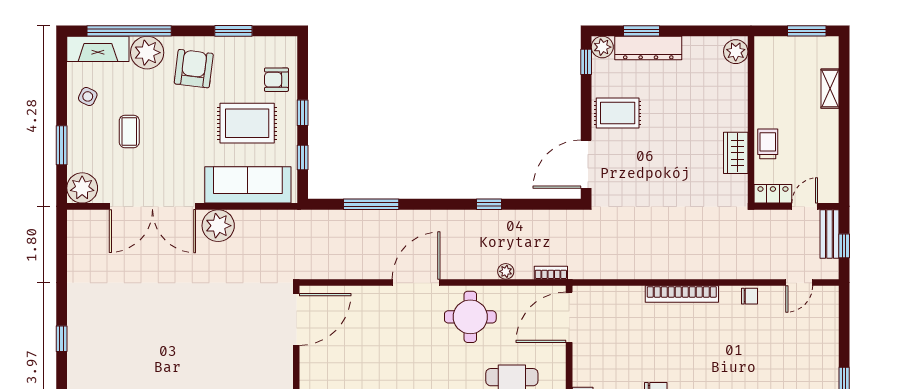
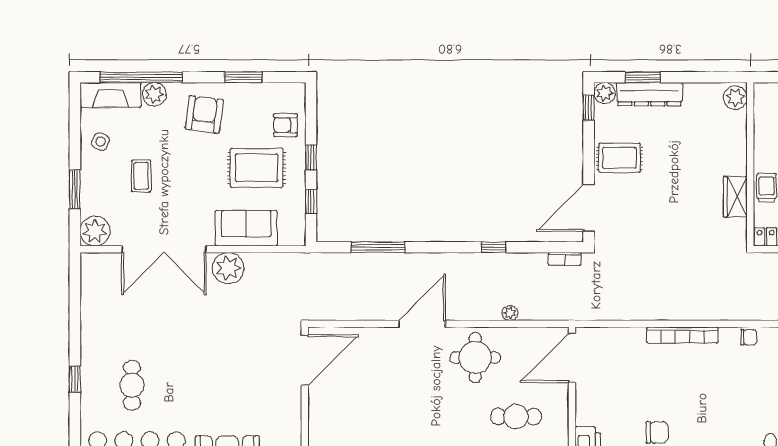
plant: (147, 53) -> (154, 94), width x0.73, depth x0.73
sofa: (248, 185) -> (246, 228), width x0.73
bookcase: (551, 273) -> (565, 259), moved, turned 180
cafe table: (120, 345) -> (132, 385), added

